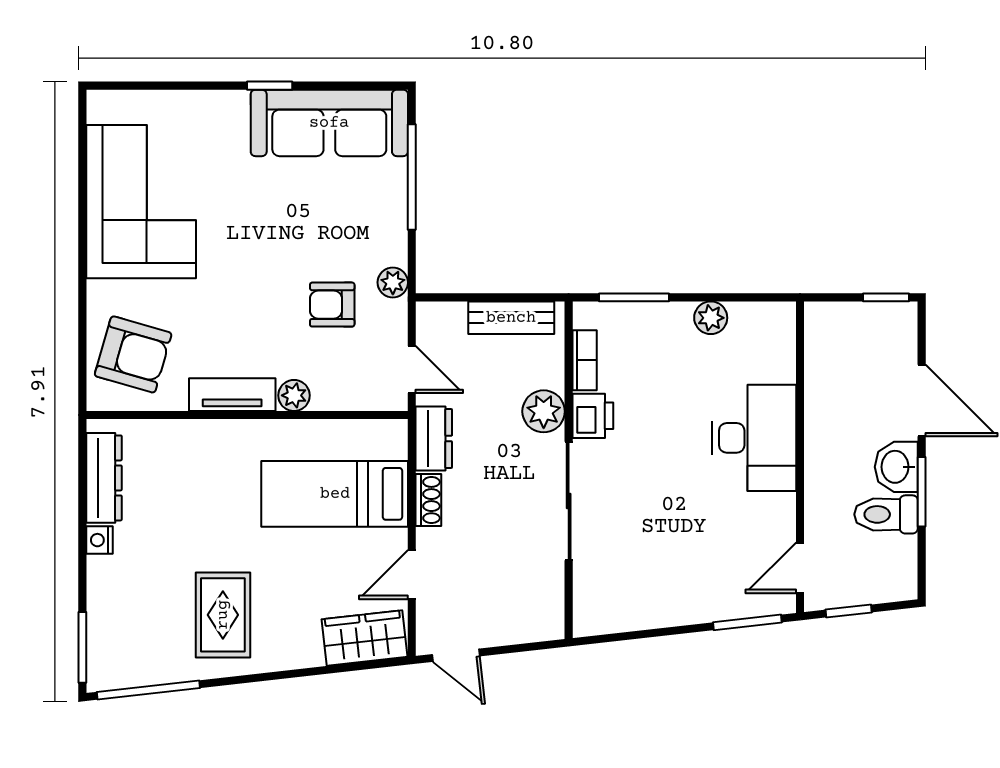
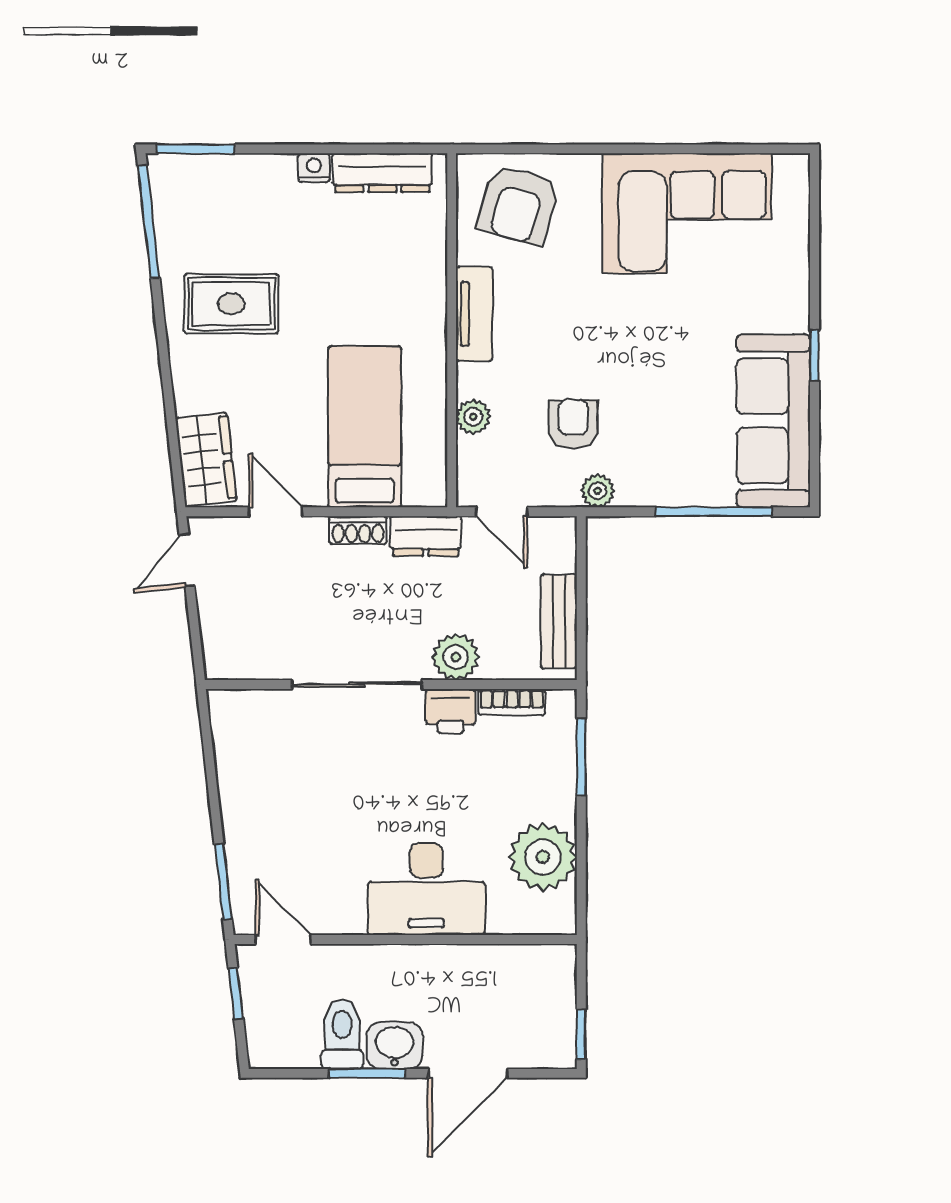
plant: (711, 318) -> (543, 857), width x1.88, depth x1.88
door: (412, 370) -> (502, 512), hinge flipped
plant: (294, 395) -> (473, 417), moved

